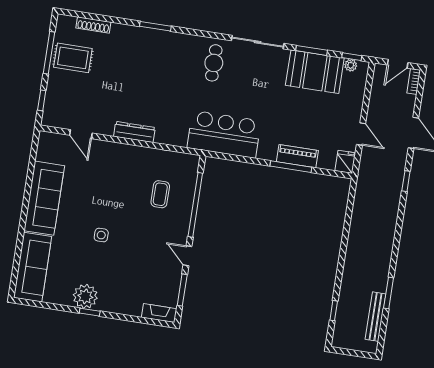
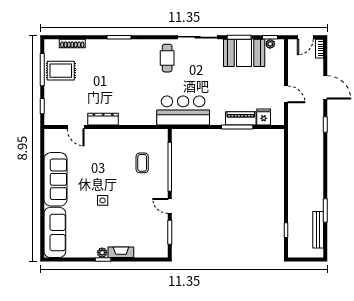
dresser: (134, 132) -> (103, 119), moved
fridge: (345, 162) -> (264, 117), moved
plant: (85, 296) -> (102, 253), width x0.53, depth x0.53
fireplace: (159, 313) -> (121, 252), moved

